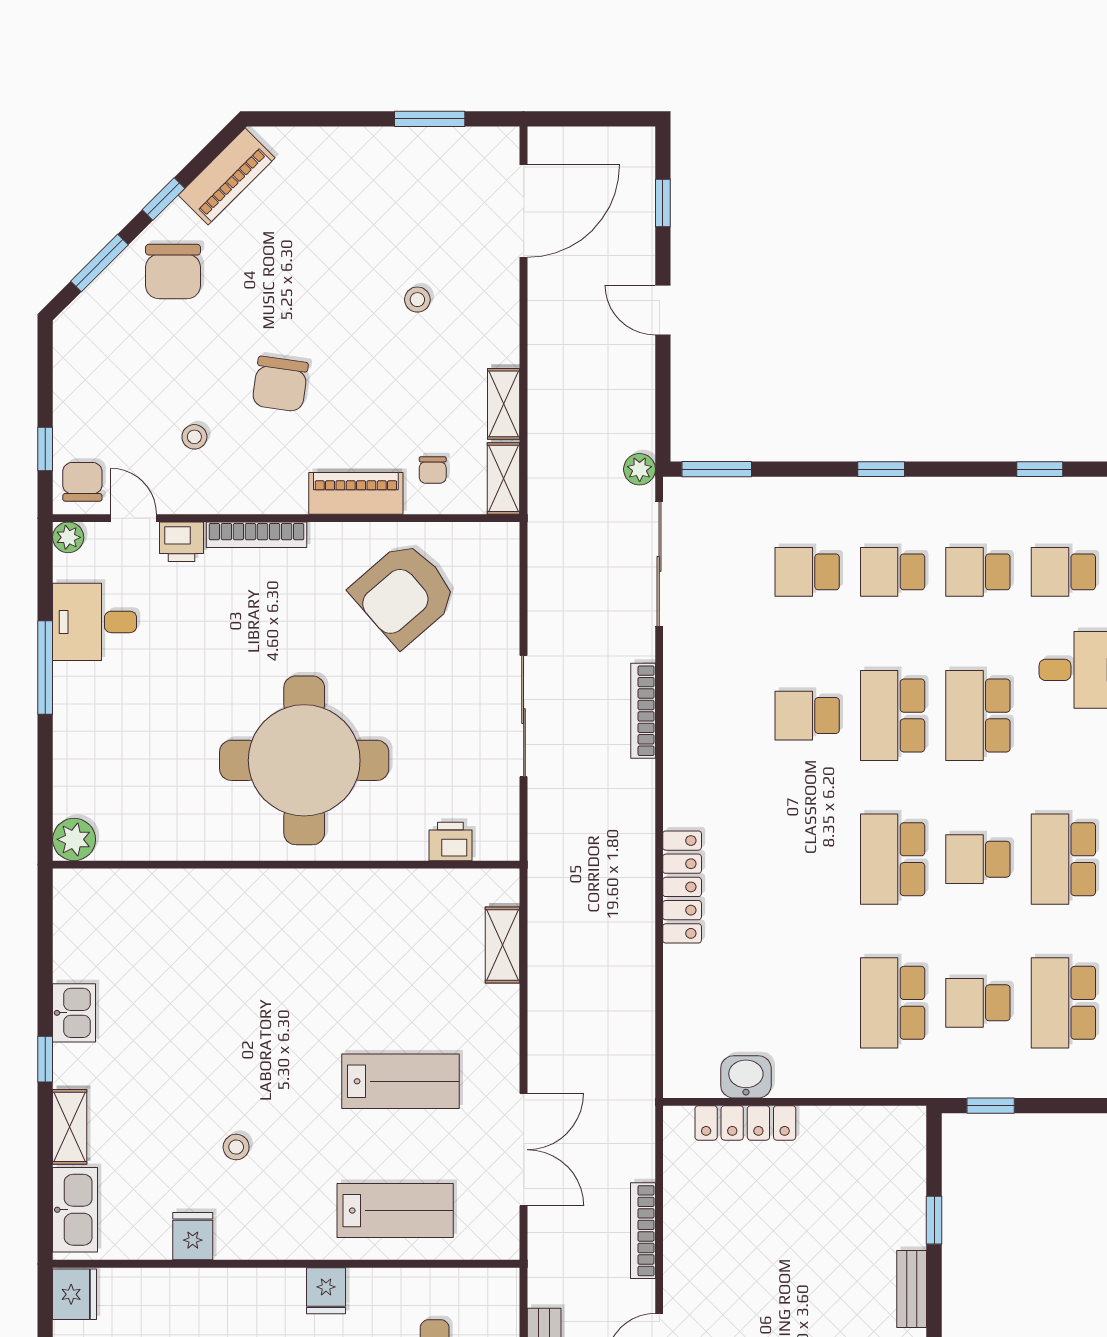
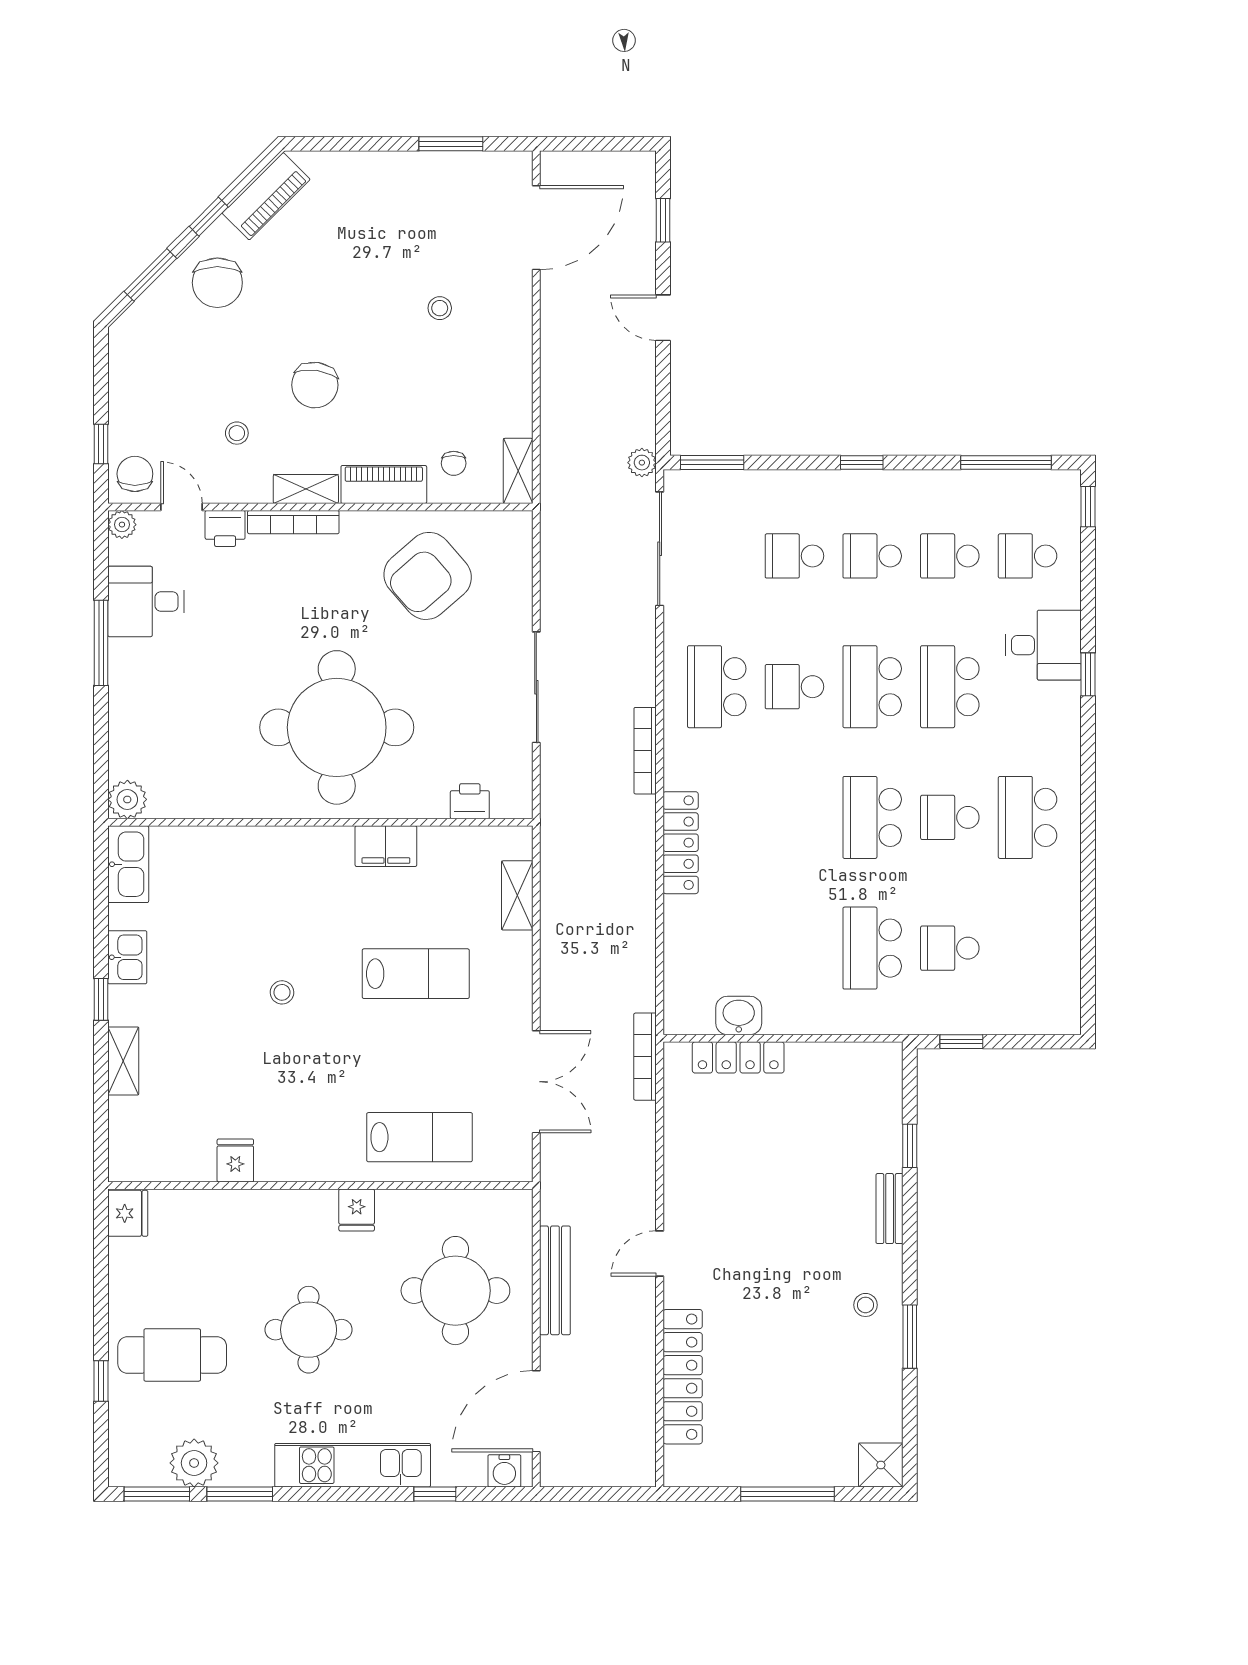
shelving: (504, 404) -> (306, 489), moved, turned 90
window: (1040, 469) -> (1006, 462), width x2.17
bookcase: (643, 711) -> (645, 751), moved
filing cabinet: (358, 891) -> (386, 846), added
school desk: (1063, 1003) -> (717, 687), moved
lab bench: (400, 1081) -> (416, 974), moved
stool: (236, 1147) -> (282, 992), moved
kitchen sink: (75, 1210) -> (128, 864), moved
bookcase: (643, 1231) -> (645, 1057), moved

